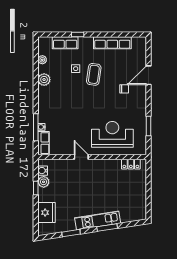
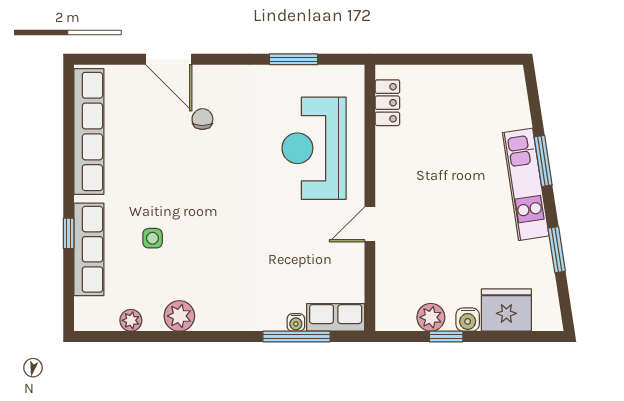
row of seats: (65, 43) -> (89, 249), width x1.48
row of seats: (112, 43) -> (89, 131), width x1.36
coffee table: (94, 74) -> (167, 194), removed
water cooler: (43, 171) -> (468, 320), moved

